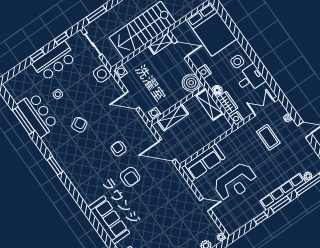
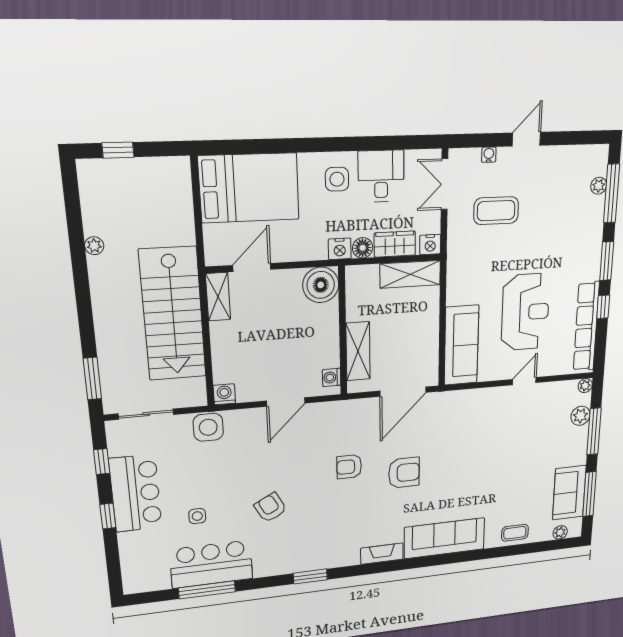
nightstand: (204, 72) -> (340, 249), moved
shelving: (210, 104) -> (410, 274), moved
row of seats: (283, 192) -> (586, 327), moved
fireplace: (85, 194) -> (382, 554), added

